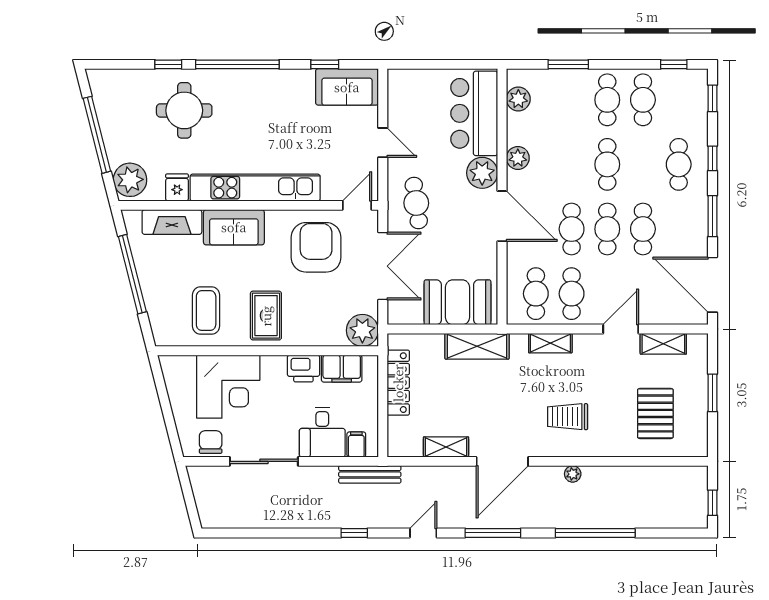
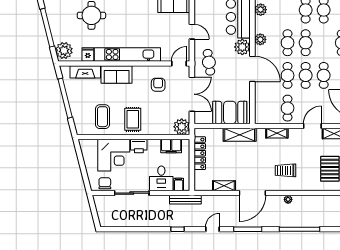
armchair: (316, 247) -> (158, 85), width x0.53, depth x0.53
cafe table: (536, 294) -> (288, 43), moved
printer: (303, 368) -> (139, 146), moved

